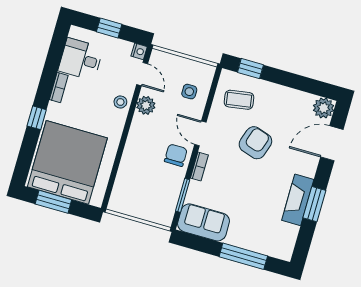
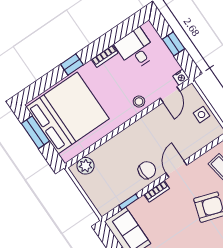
side table: (189, 92) -> (201, 115), moved
plant: (146, 105) -> (85, 166), moved
window: (183, 195) -> (129, 202), width x0.67

